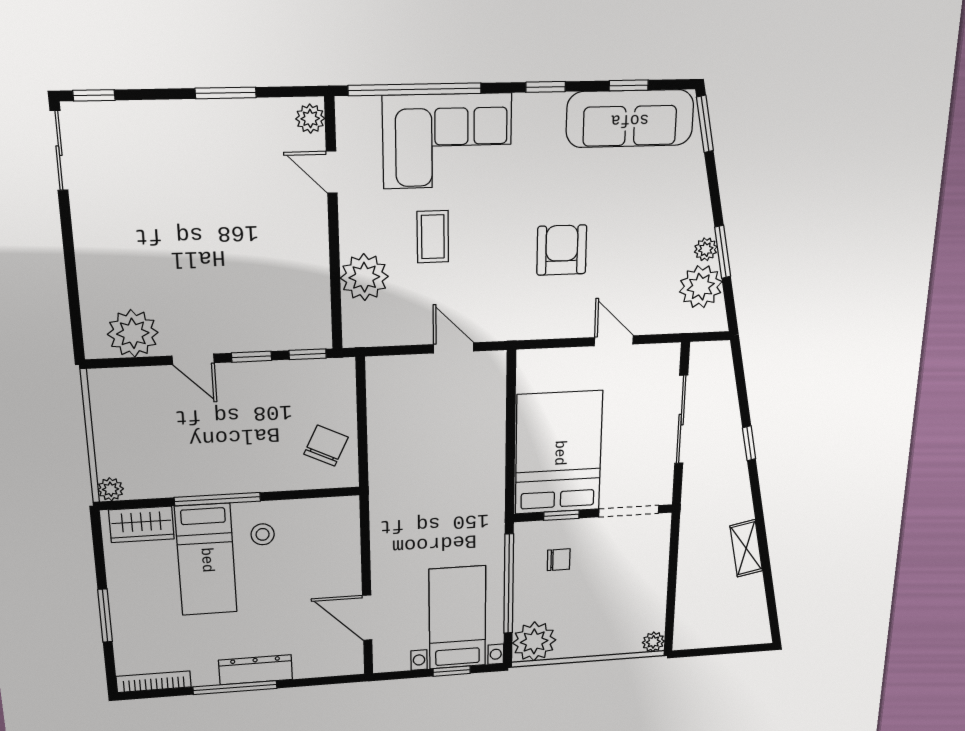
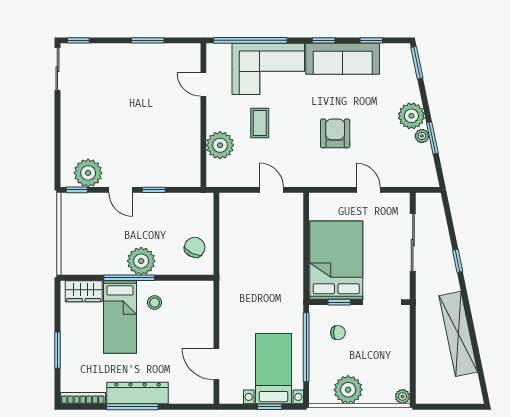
plant: (310, 119) -> (193, 55), removed
sofa: (630, 119) -> (343, 59), moved
plant: (701, 287) -> (411, 116), moved
window: (308, 354) -> (77, 190), moved
plant: (111, 489) -> (141, 261), moved, width x1.87, depth x1.87
shelving: (746, 548) -> (458, 334), width x2.20, depth x1.33
plant: (534, 641) -> (348, 390), moved
dresser: (256, 670) -> (137, 393), width x1.37, depth x1.24

